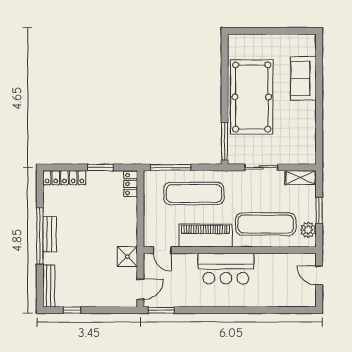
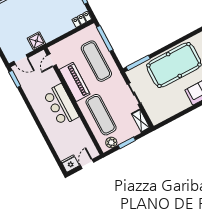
fridge: (307, 297) -> (70, 164), added

